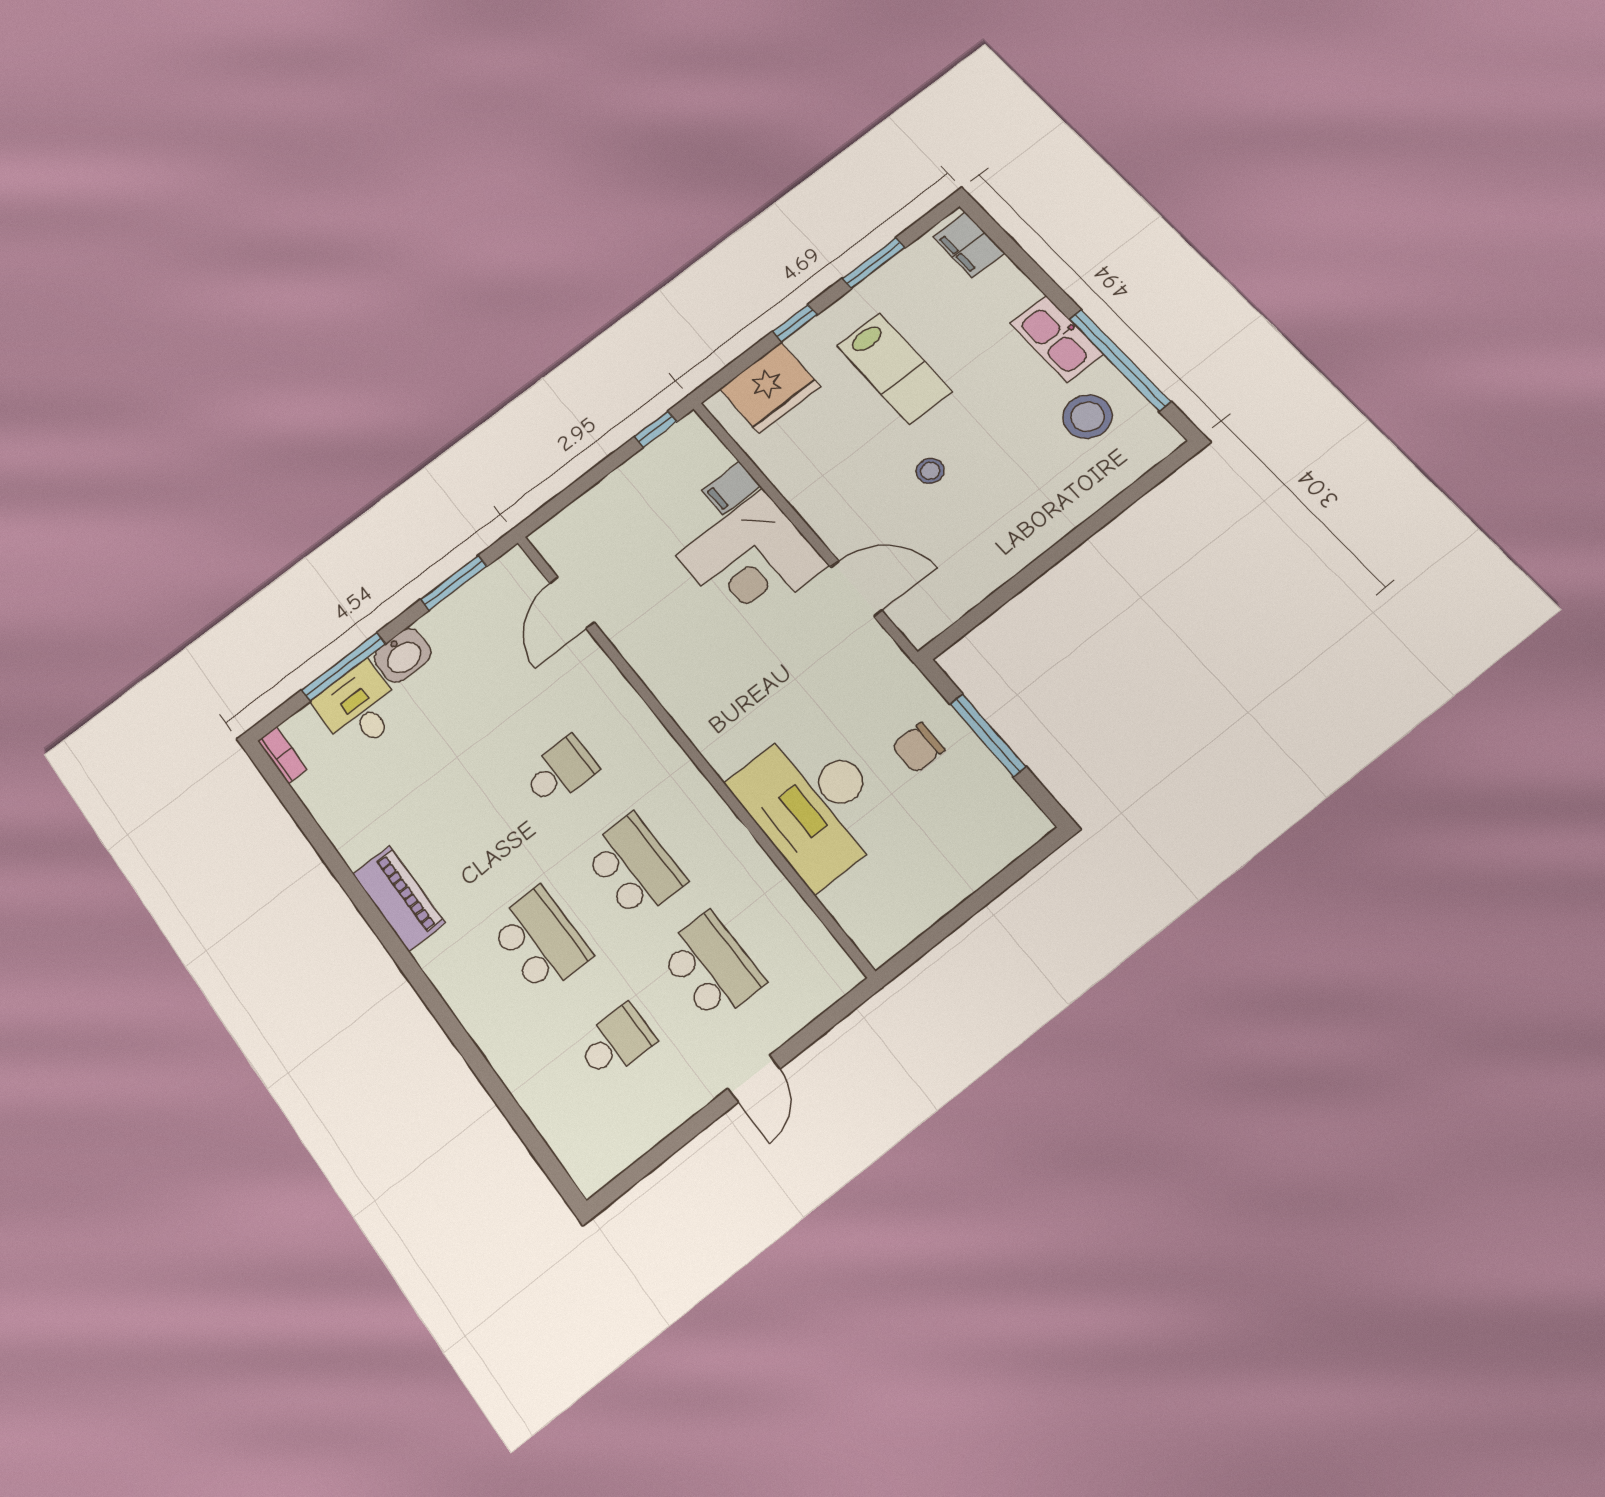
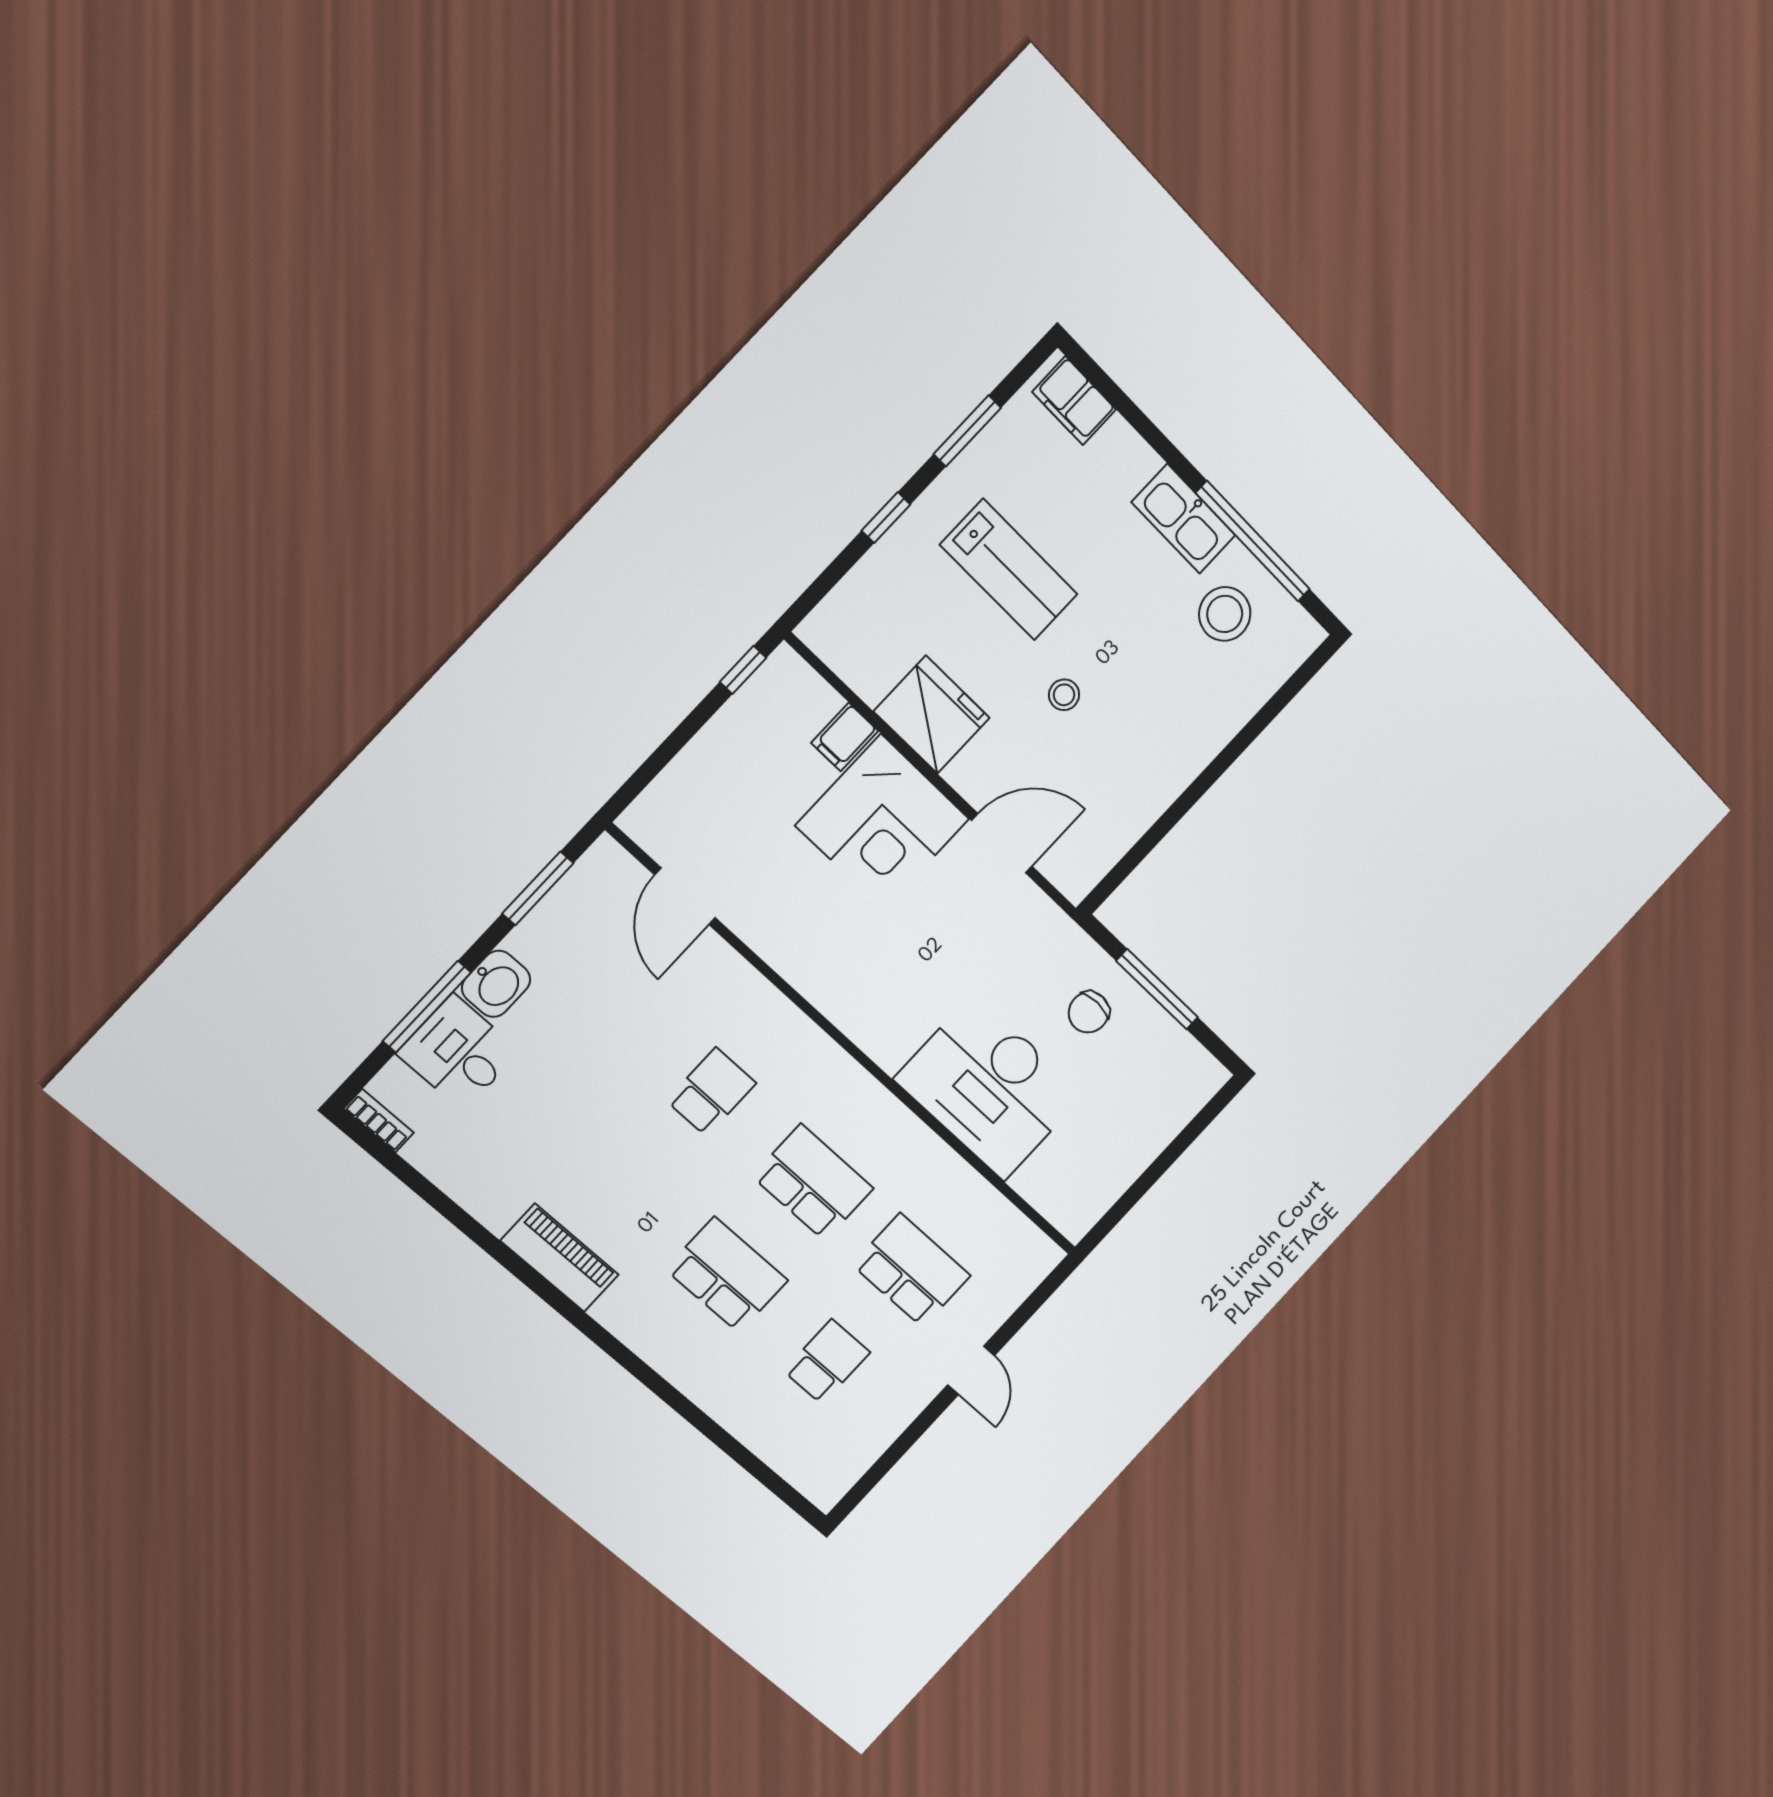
fridge: (770, 388) -> (932, 715), moved, turned -90

